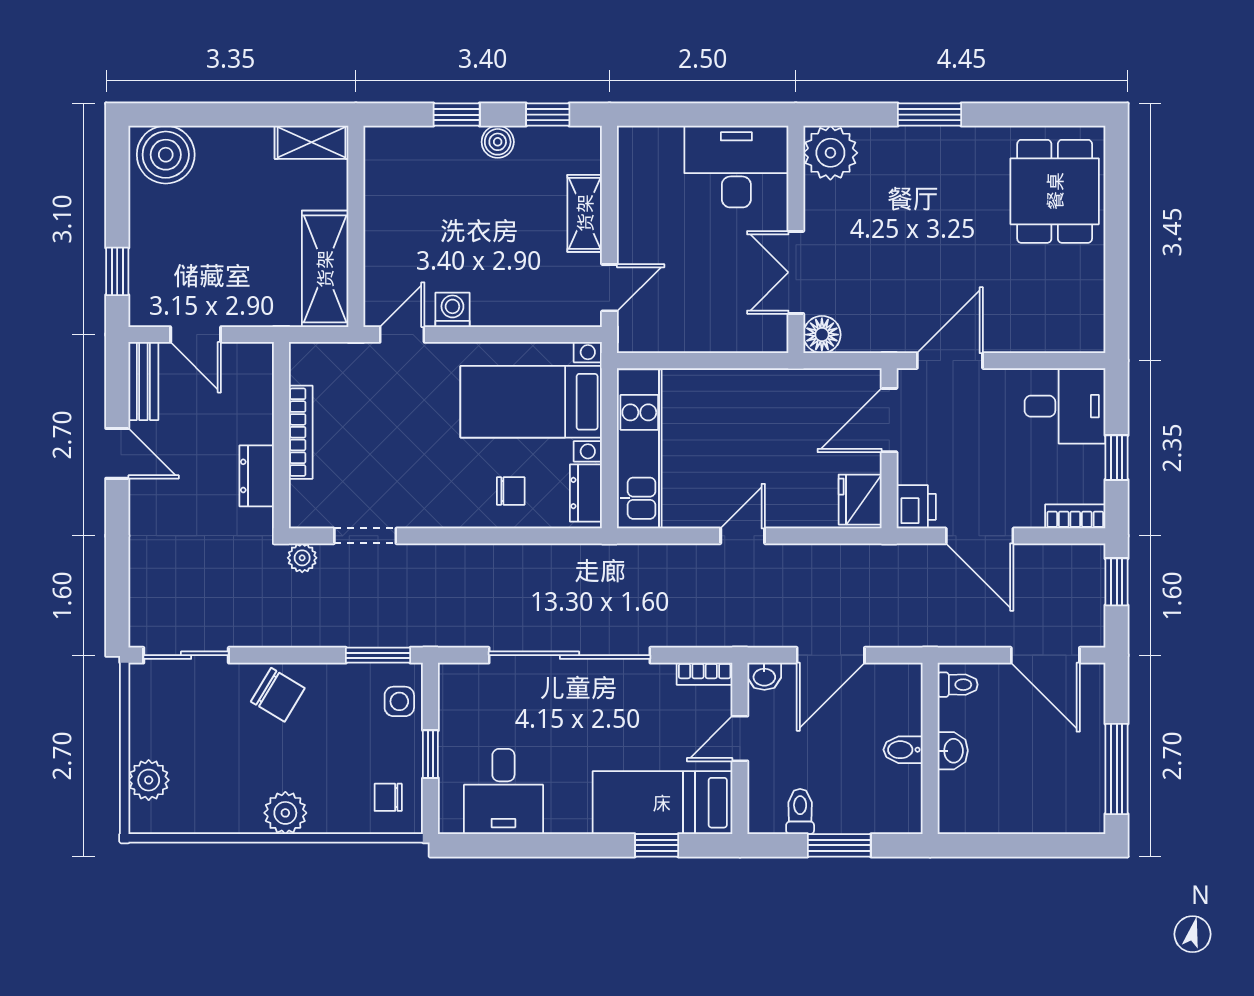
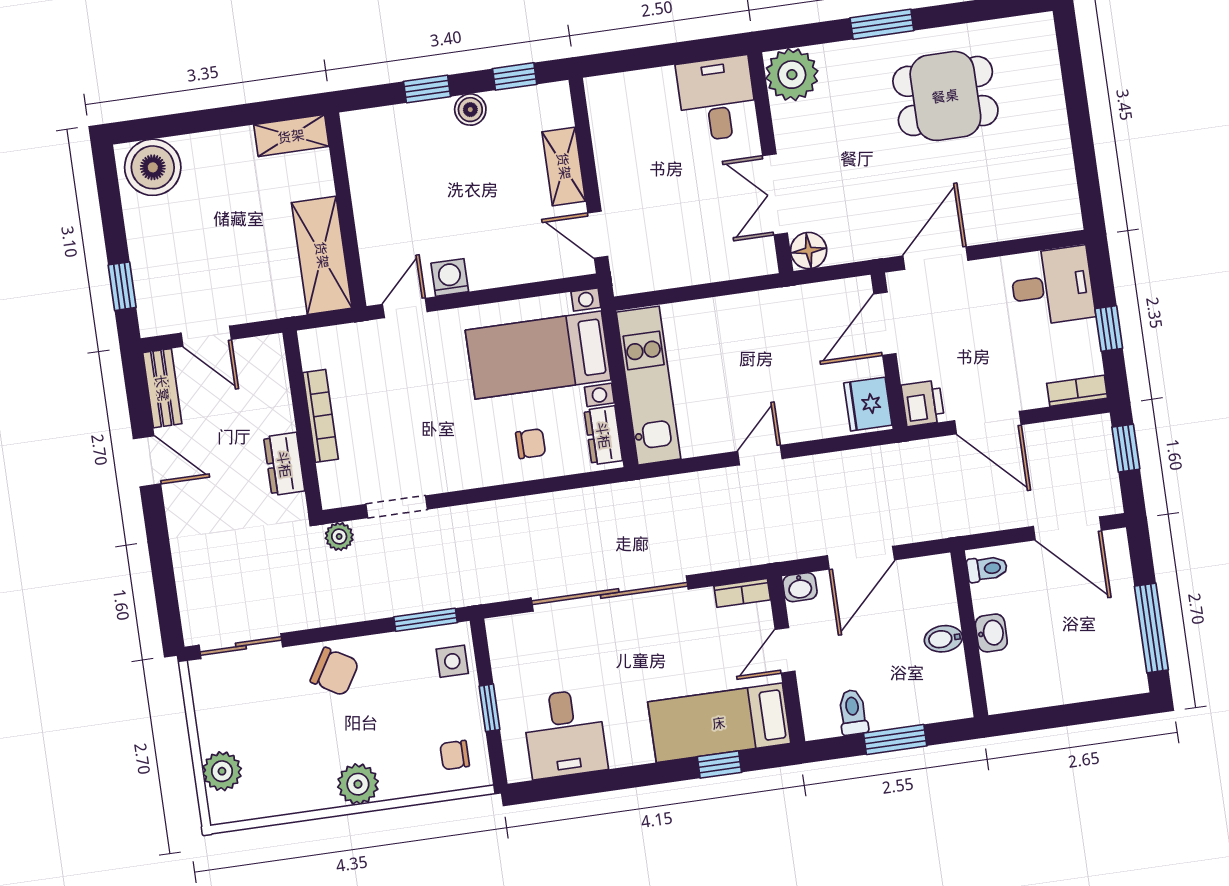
desk: (736, 167) -> (717, 99), width x0.73
dining table: (1055, 191) -> (945, 96), moved, turned 90
door: (609, 288) -> (598, 235), swing flipped

